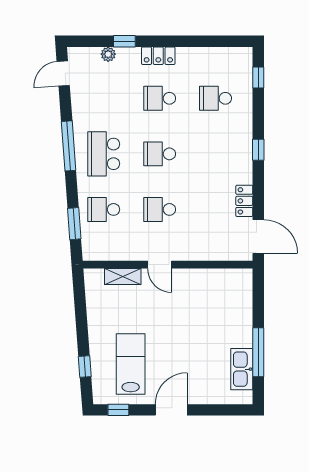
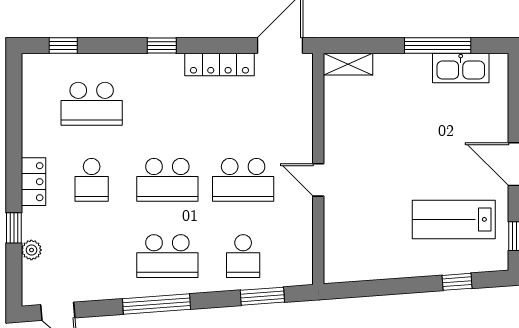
school desk: (216, 98) -> (92, 104), width x1.85
school desk: (160, 154) -> (167, 180), width x1.85
locker: (244, 201) -> (219, 65), width x1.53
school desk: (160, 209) -> (243, 180), width x1.85
door: (160, 265) -> (318, 180), swing flipped
shelving: (123, 277) -> (348, 64), moved, turned 90

